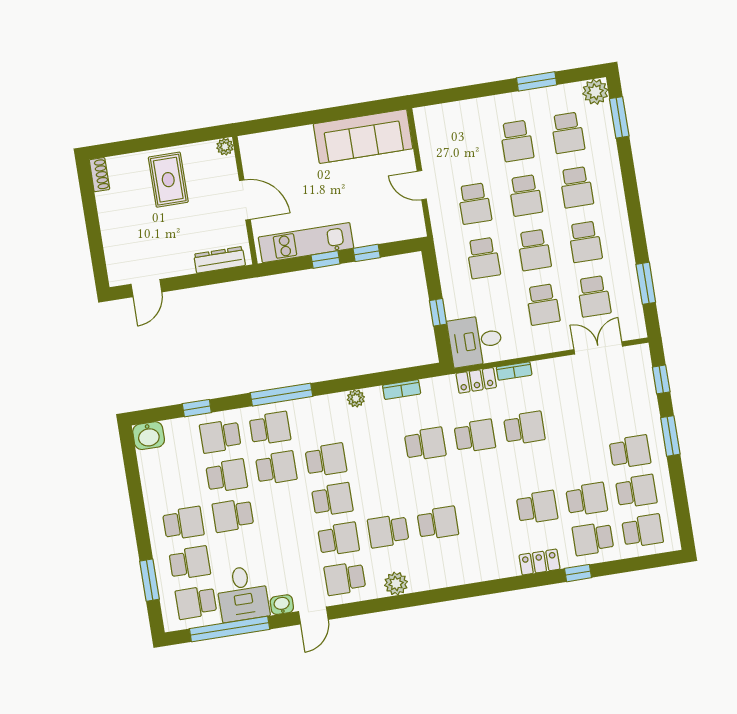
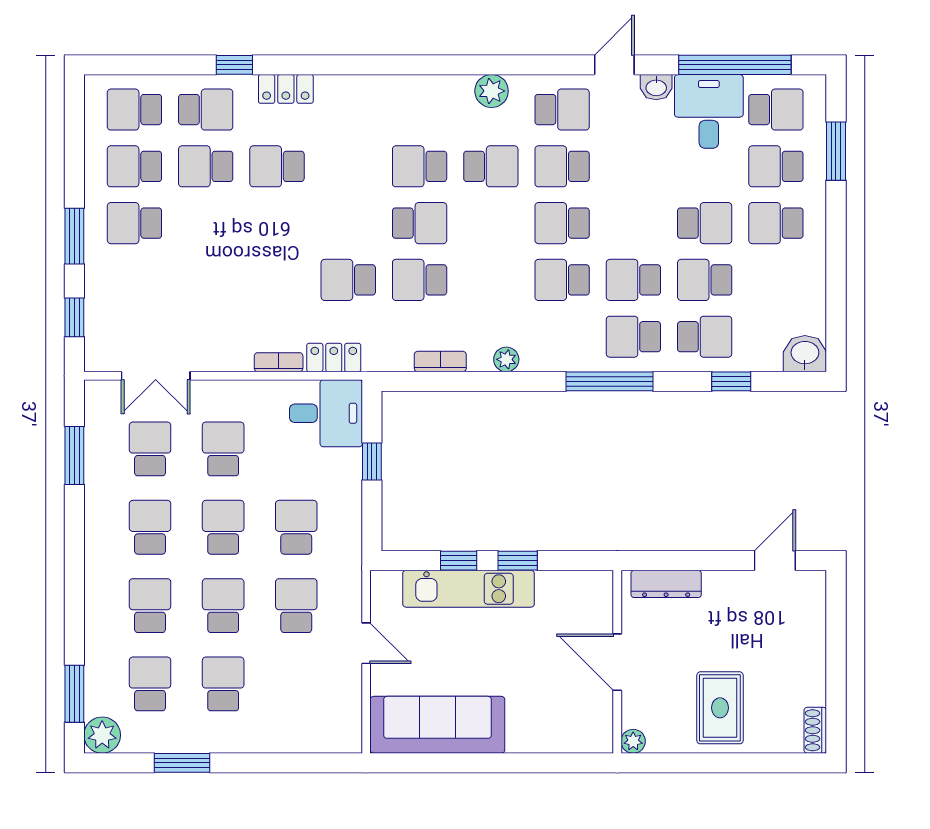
kitchen unit: (306, 243) -> (469, 589), moved
school desk: (524, 428) -> (420, 223), moved, turned 180

